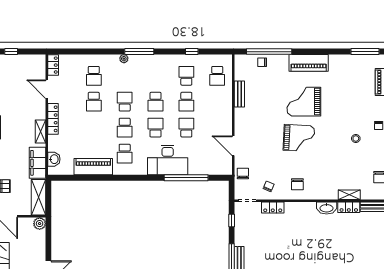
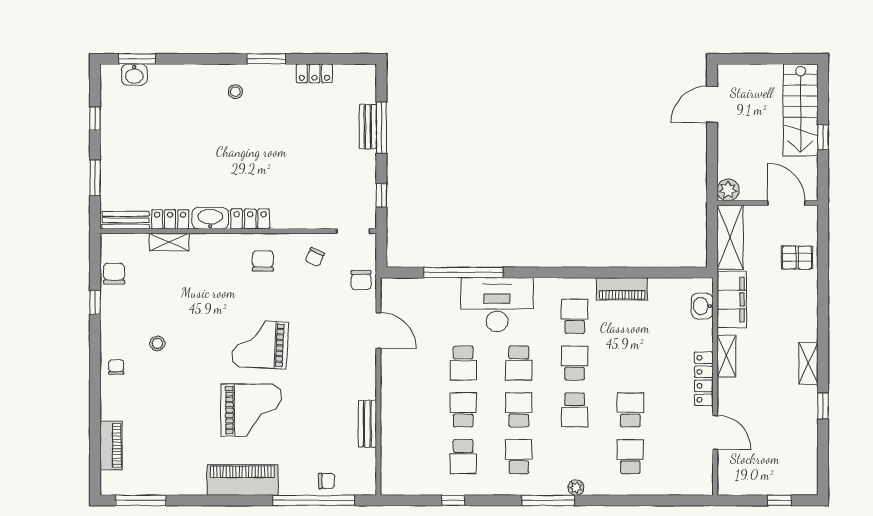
locker: (53, 65) -> (704, 476), removed
school desk: (217, 76) -> (519, 457), moved
piano: (93, 167) -> (622, 289), width x0.73, depth x0.75
locker: (273, 207) -> (250, 219), moved

